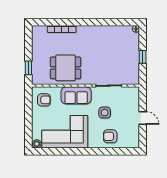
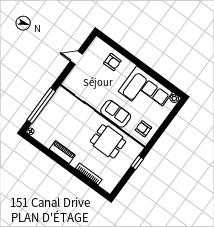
piano: (97, 31) -> (62, 152), added
window: (143, 57) -> (41, 106), width x3.17
side table: (105, 113) -> (103, 84), removed
door: (143, 118) -> (76, 58), hinge flipped

